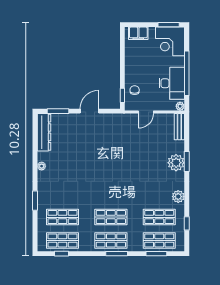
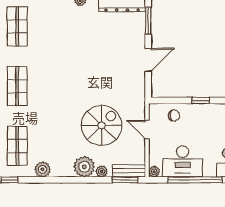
window: (122, 95) -> (201, 100), moved
door: (89, 111) -> (148, 60), hinge flipped
spiral stairs: (143, 149) -> (102, 125), added
plant: (180, 149) -> (102, 171), added
window: (187, 161) -> (125, 180), moved

